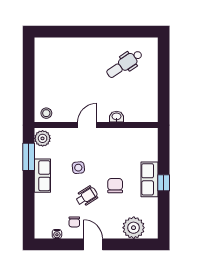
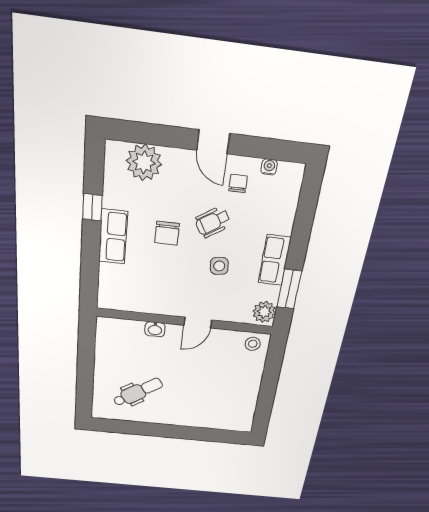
window: (164, 183) -> (92, 207), moved

